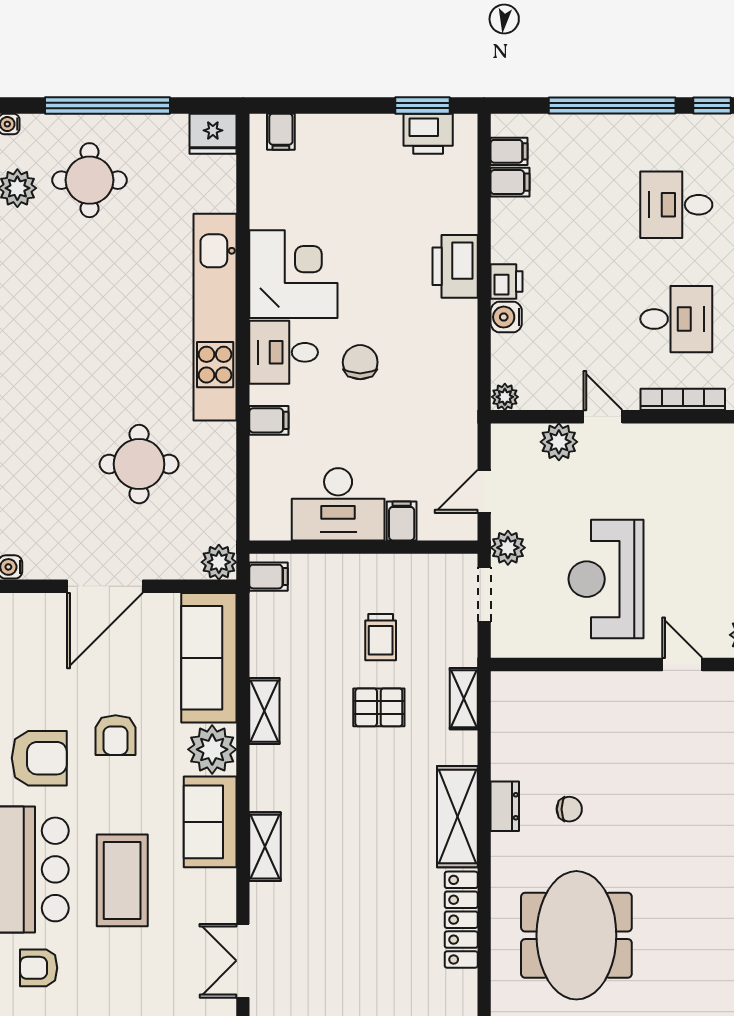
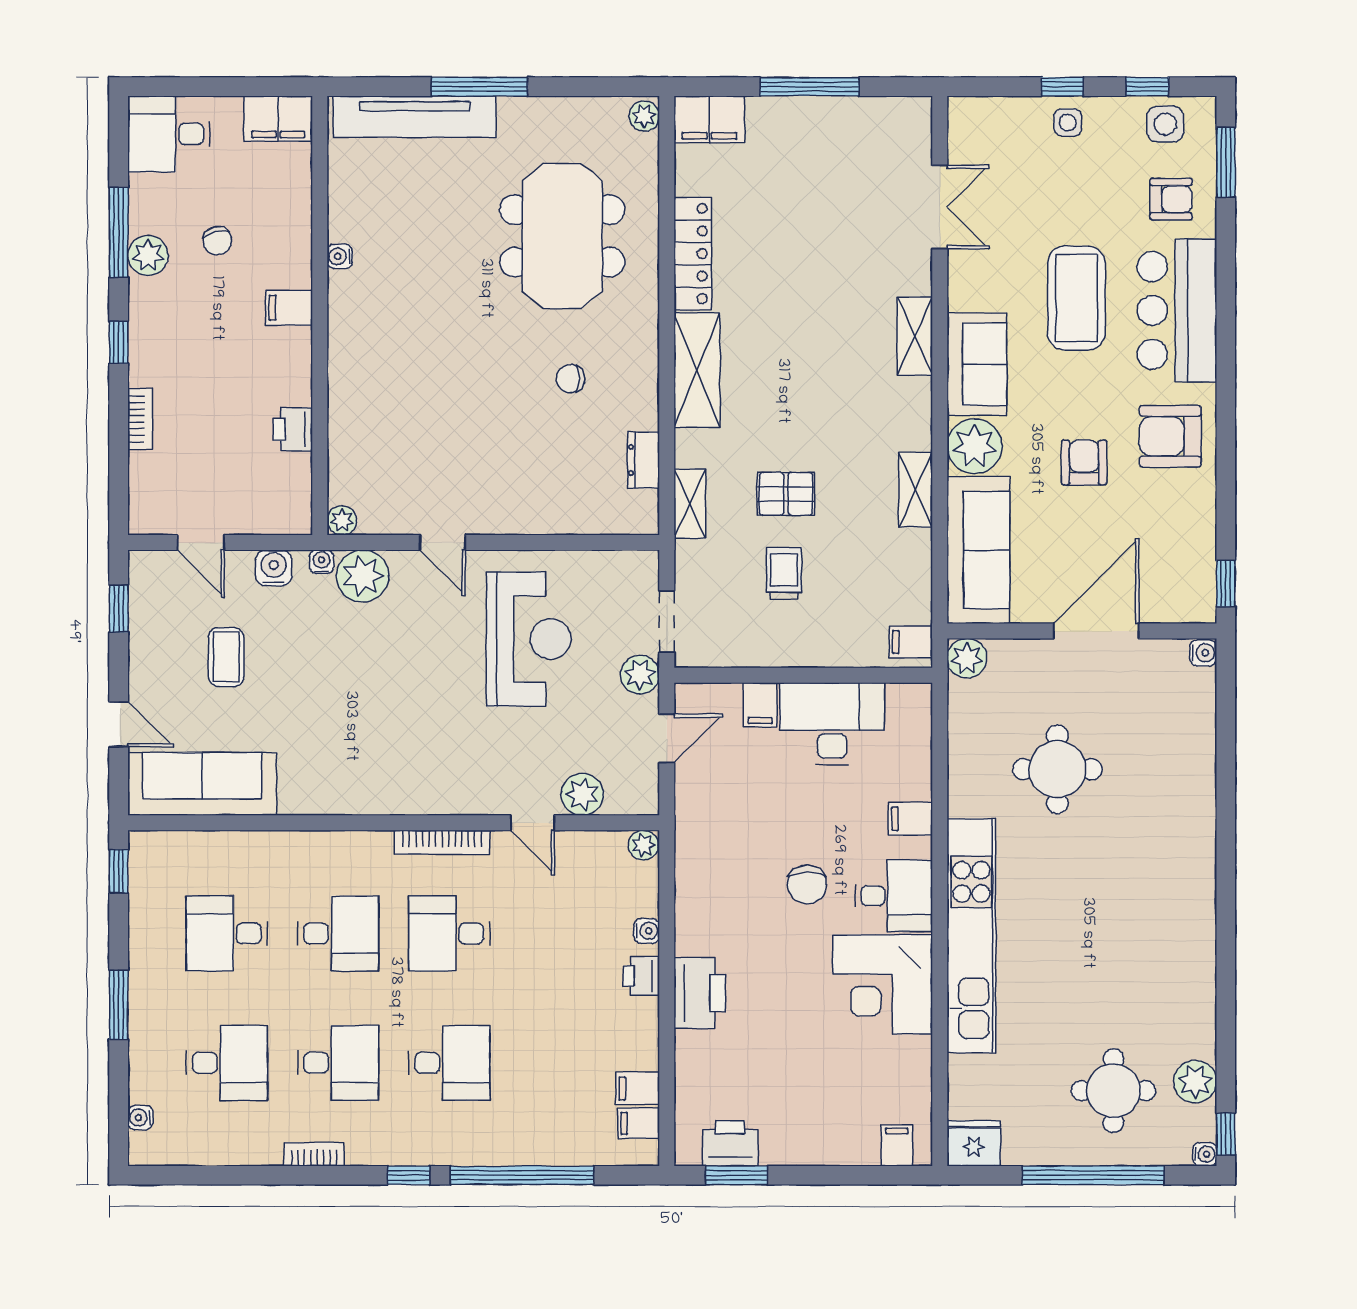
water cooler: (506, 317) -> (647, 931), width x0.72, depth x0.72
dresser: (505, 806) -> (643, 460), moved

